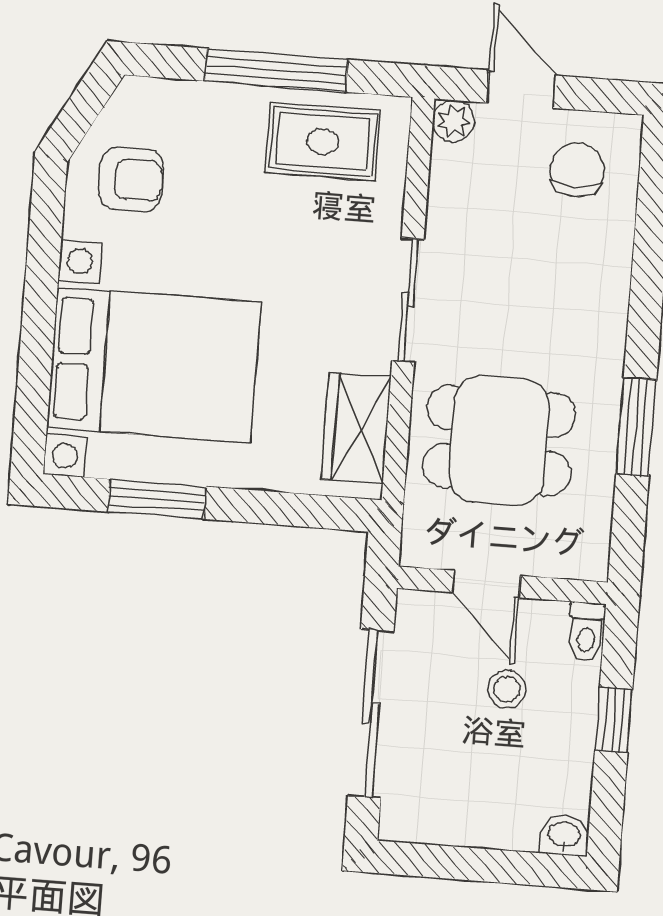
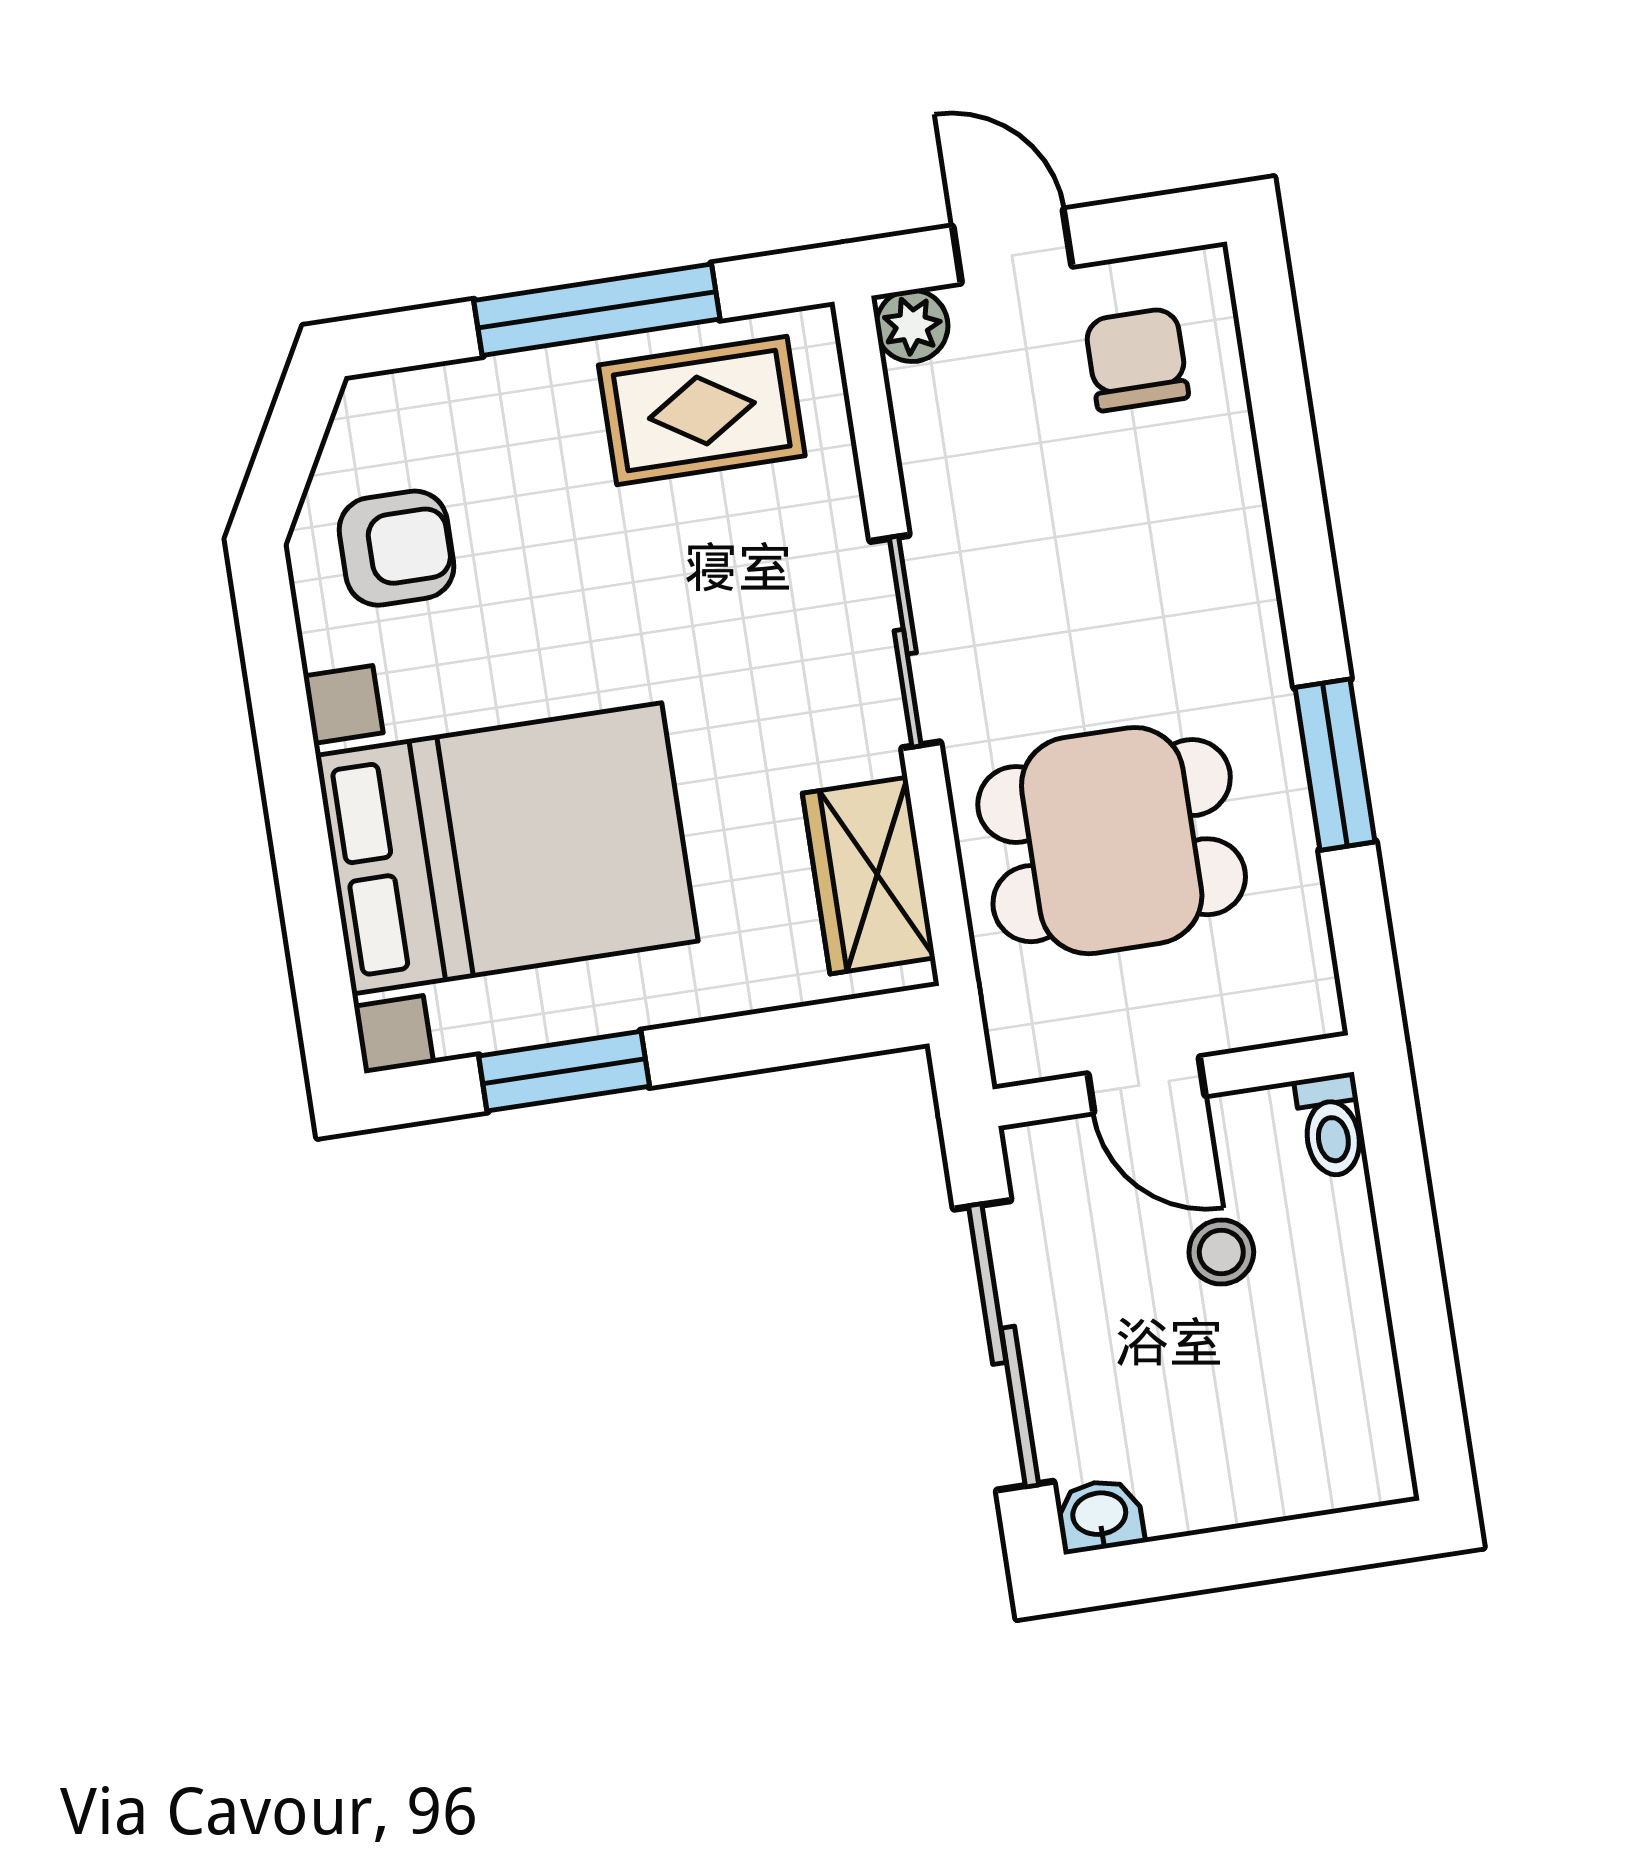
window: (614, 720) -> (1411, 1262), removed
washbasin: (564, 835) -> (1100, 1516), moved

